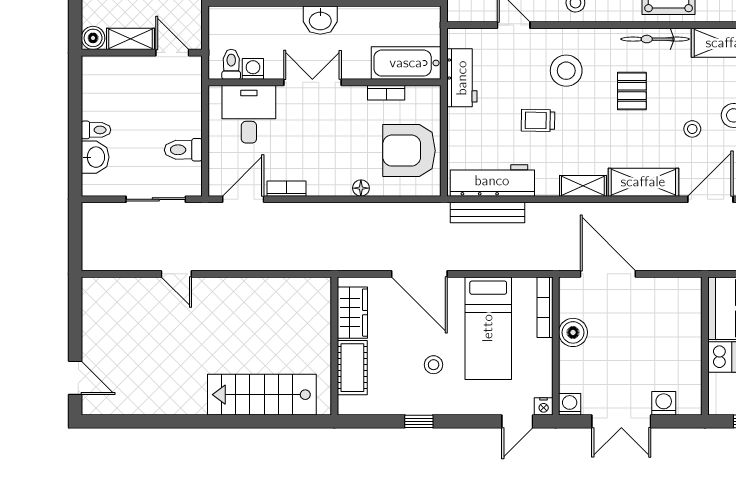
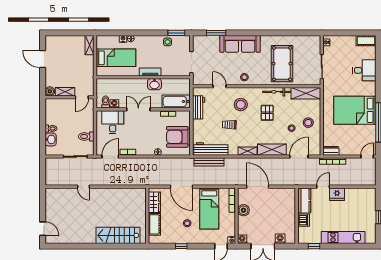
washbasin: (320, 20) -> (154, 84), moved
door: (172, 53) -> (82, 97), swing flipped

